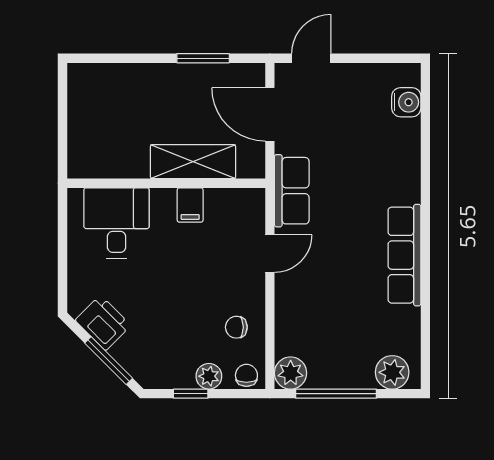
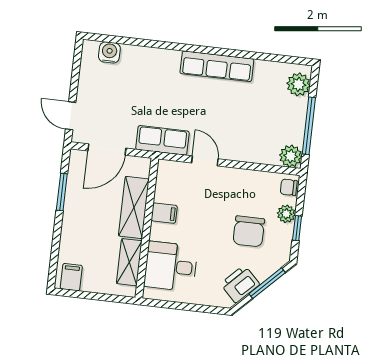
filing cabinet: (85, 85) -> (71, 277), added
shelving: (116, 164) -> (129, 262), added
chair: (236, 327) -> (249, 231), moved, width x1.87, depth x1.87

